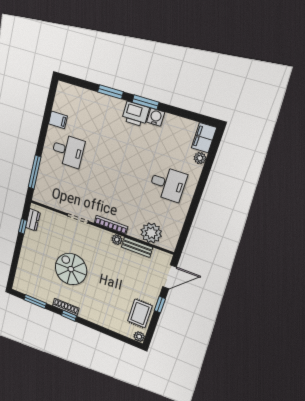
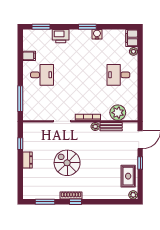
window: (110, 92) -> (41, 27), moved
printer: (136, 114) -> (61, 36), moved
desk: (168, 184) -> (118, 75), turned 180
dresser: (33, 220) -> (27, 160), moved

